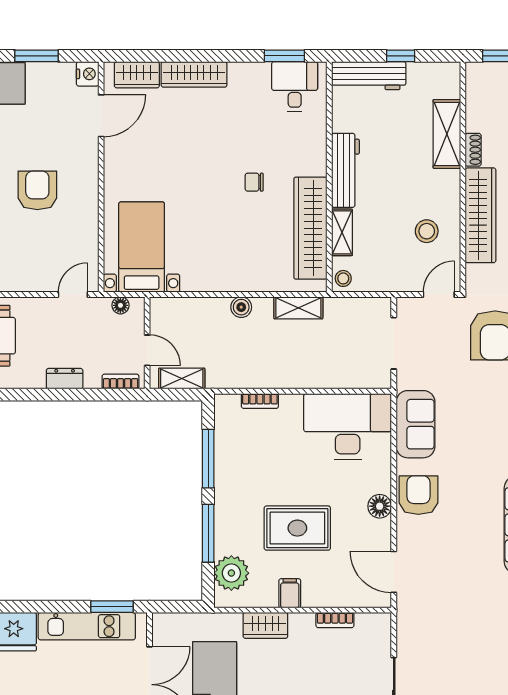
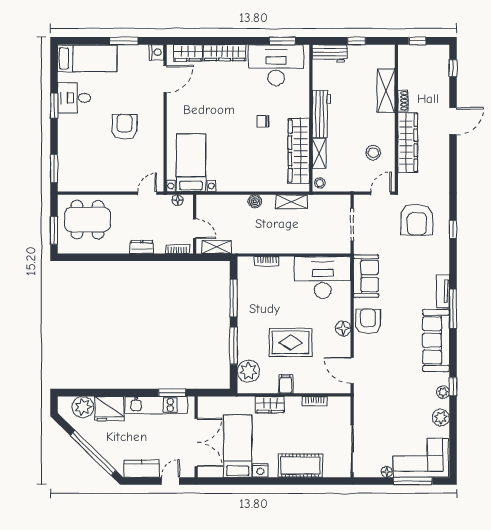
workbench: (369, 76) -> (330, 53), width x0.73
desk: (295, 86) -> (276, 65), width x1.87, depth x1.30

